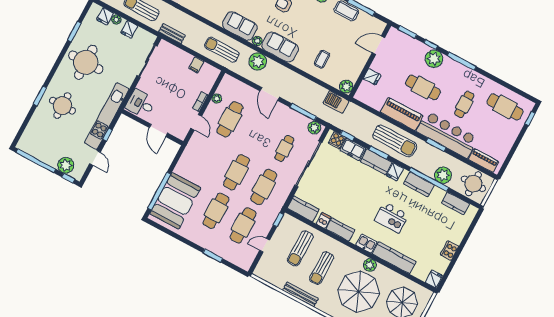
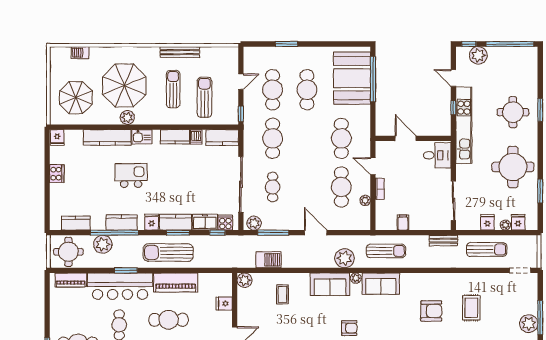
barbecue: (336, 102) -> (269, 260), moved
cafe table: (237, 172) -> (341, 138), moved

